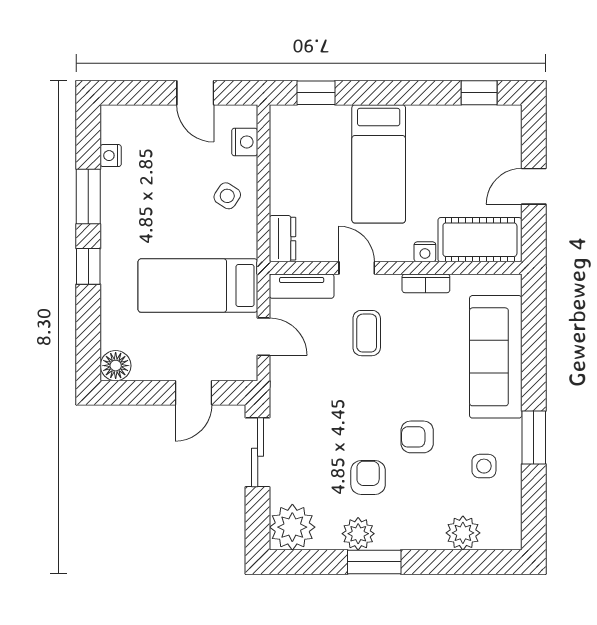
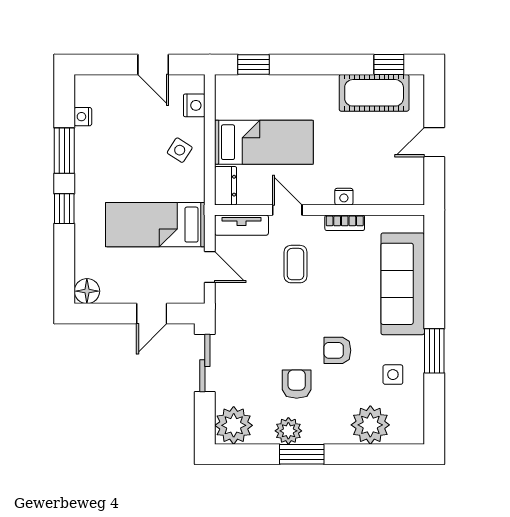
bed: (379, 164) -> (264, 142), moved, turned -90
cot: (480, 240) -> (374, 93), moved
plant: (463, 533) -> (370, 425), width x1.36, depth x1.36

